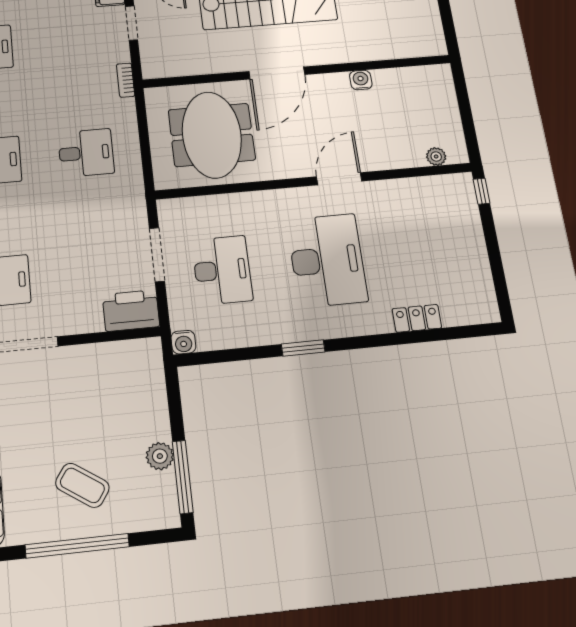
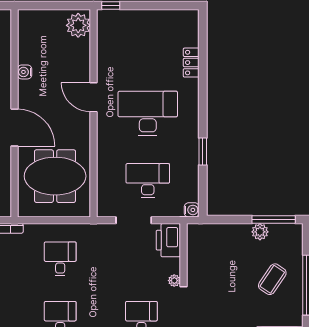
plant: (436, 156) -> (78, 25), width x1.87, depth x1.87
plant: (67, 326) -> (174, 281), added
window: (303, 348) -> (203, 151), moved

